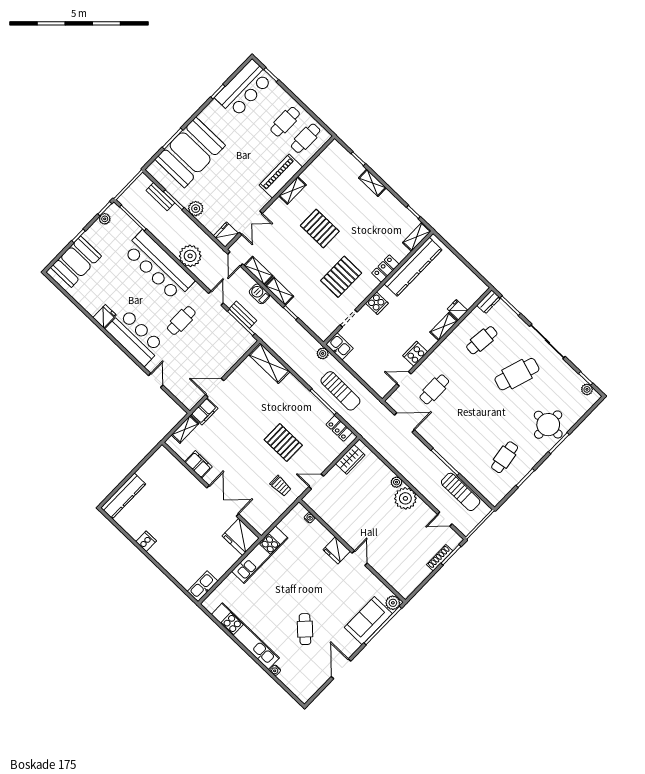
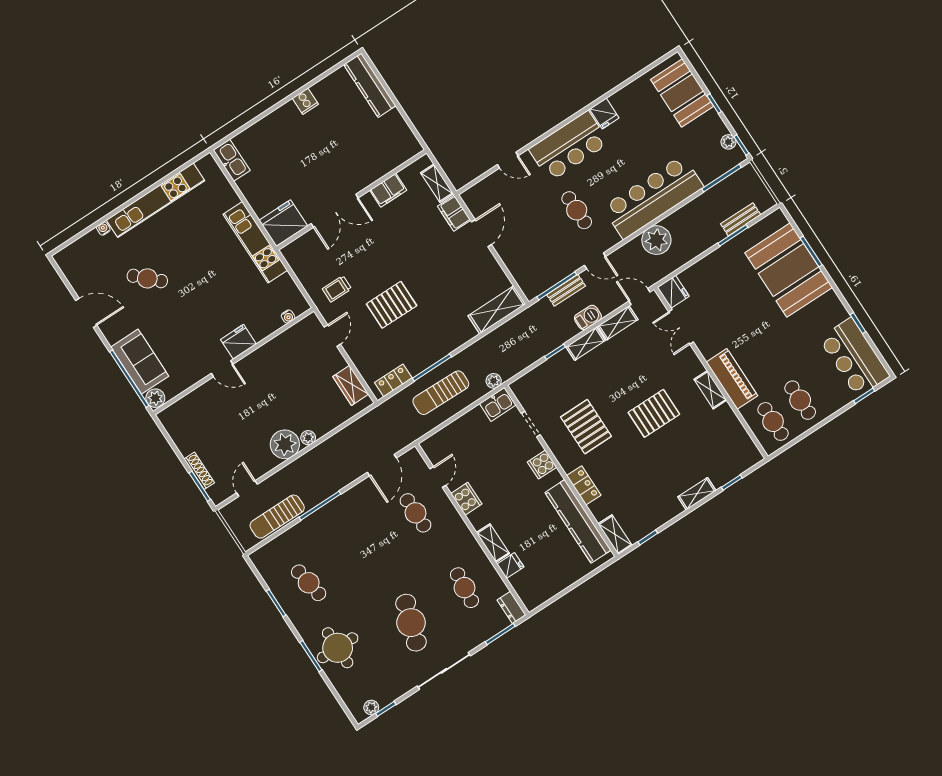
plant: (196, 209) -> (715, 261), removed

